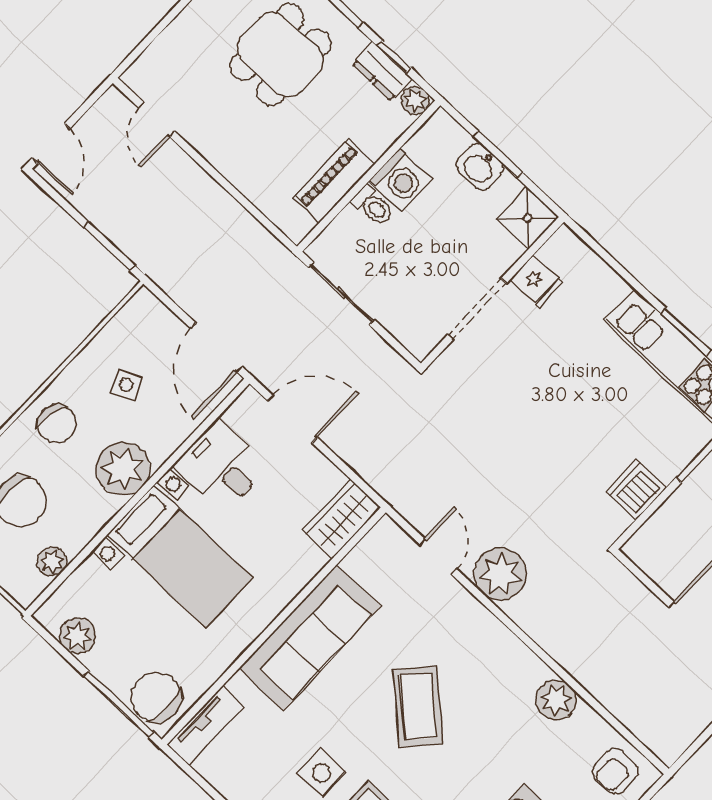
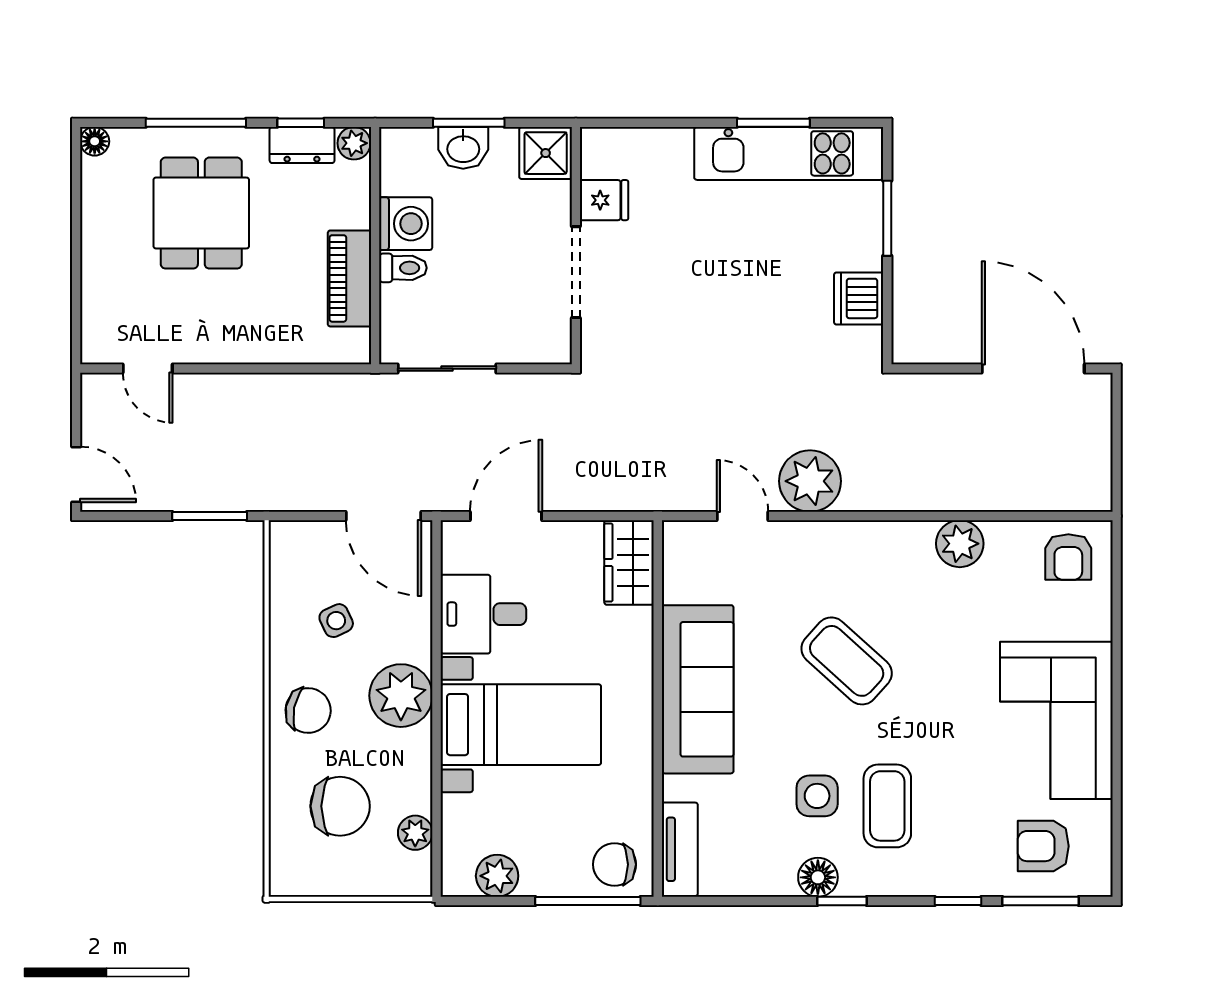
chair: (156, 697) -> (614, 864), width x0.73, depth x0.73

